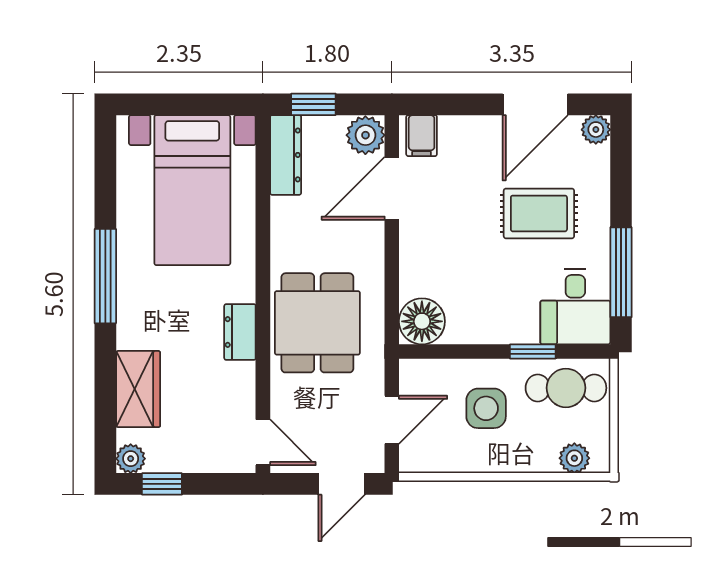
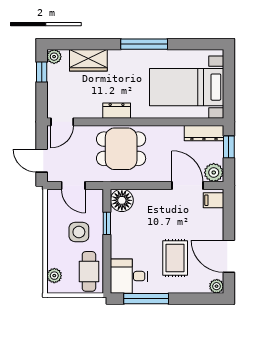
window: (533, 351) -> (107, 223), moved

